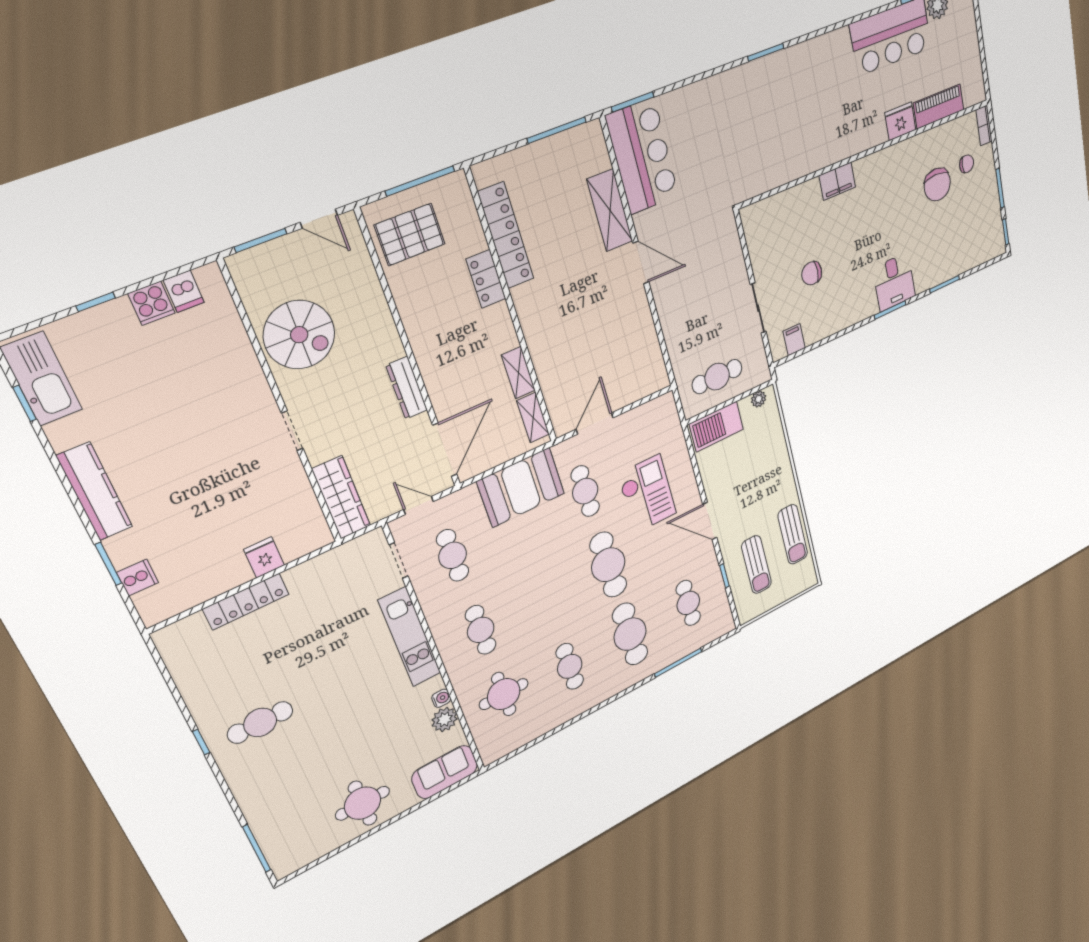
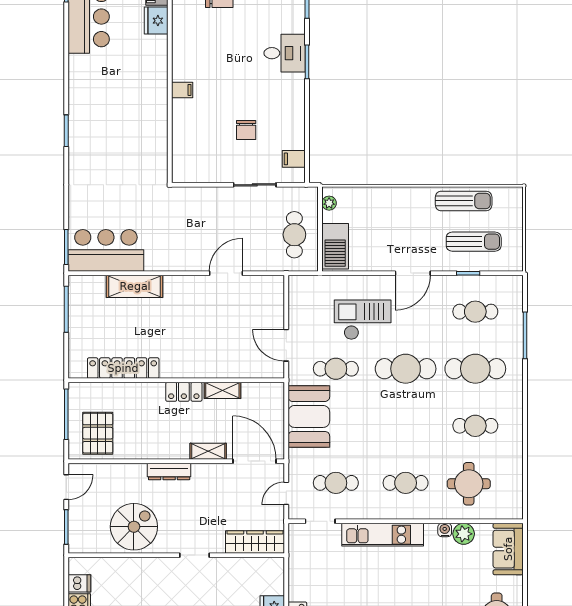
filing cabinet: (837, 181) -> (182, 90), width x0.50
door: (641, 263) -> (226, 273), moved
locker: (486, 279) -> (184, 392), moved
dresser: (407, 388) -> (169, 472), moved
shelving: (533, 418) -> (208, 451), moved

